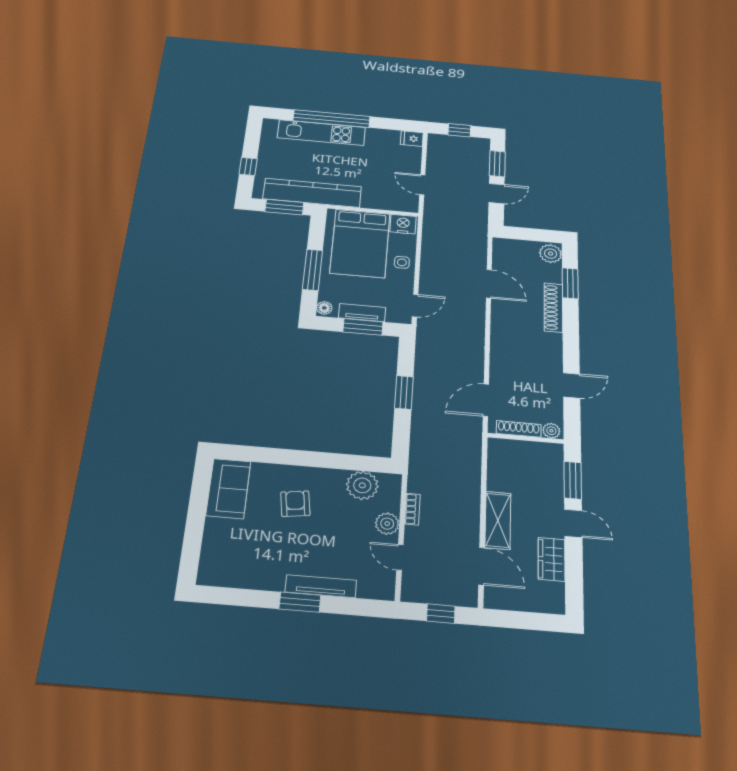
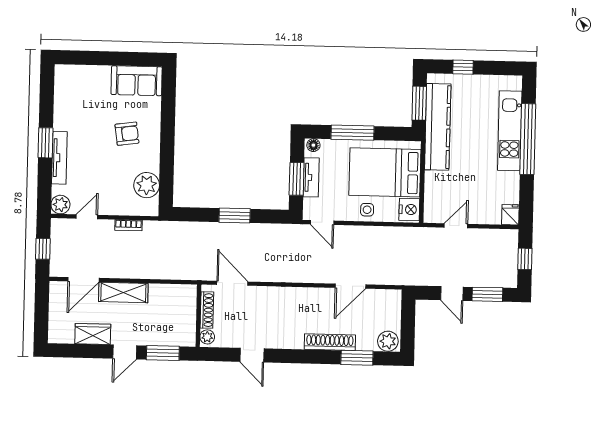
plant: (387, 524) -> (60, 205), moved

